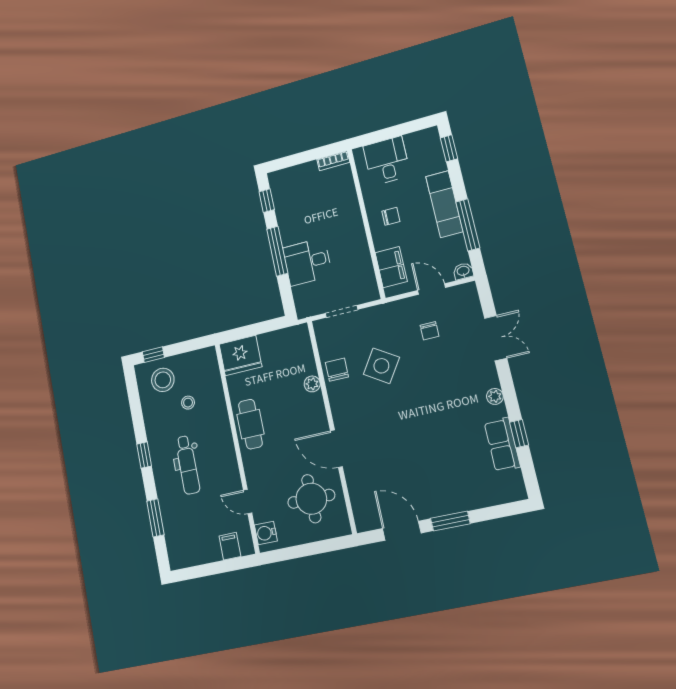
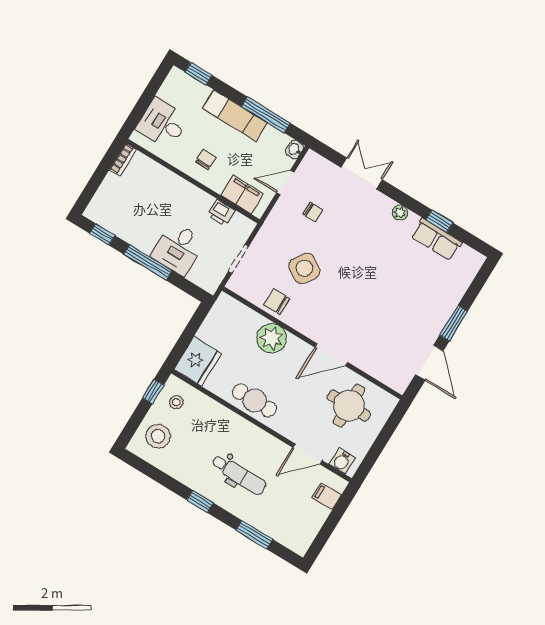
printer: (363, 266) -> (221, 213), added
window: (153, 355) -> (153, 392), moved
plant: (312, 384) -> (272, 338), width x1.88, depth x1.88
stool: (188, 403) -> (176, 402), moved
door: (248, 502) -> (308, 454), width x1.38
door: (402, 531) -> (429, 363), swing flipped

